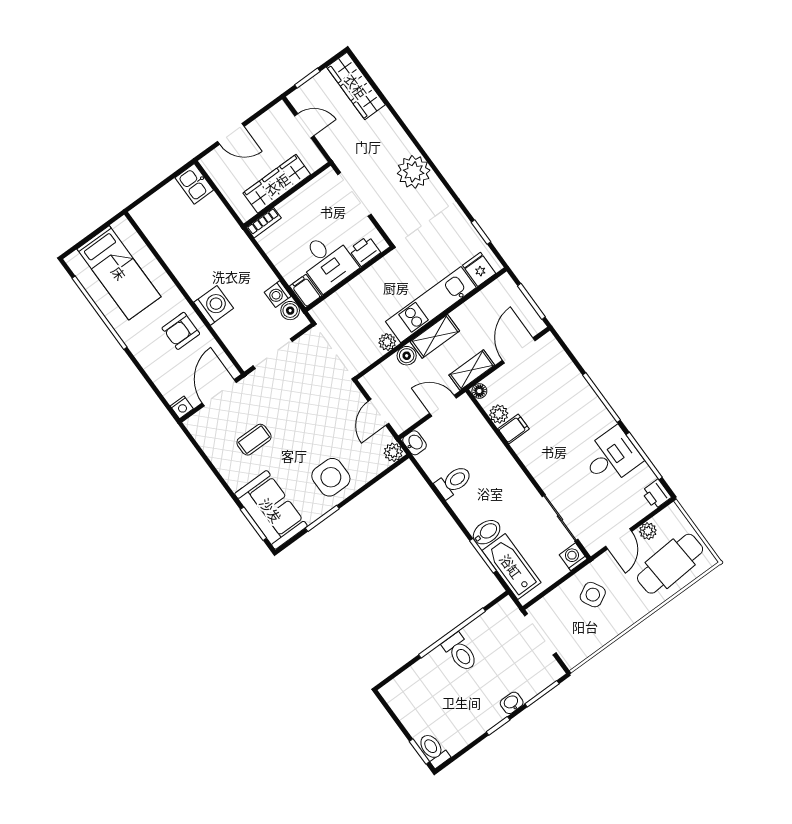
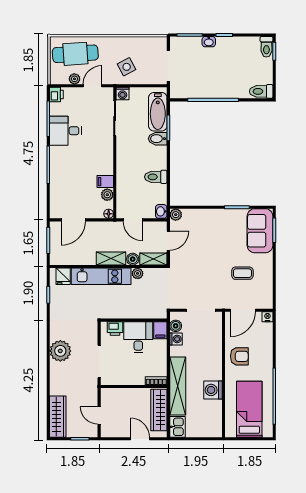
wardrobe: (277, 184) -> (159, 410), moved, turned 90
shelving: (232, 236) -> (178, 386), added
washing machine: (214, 305) -> (213, 390), moved
shelving: (472, 370) -> (153, 259), moved
side table: (331, 477) -> (217, 225), removed
toilet: (460, 652) -> (261, 91), moved, turned -90

